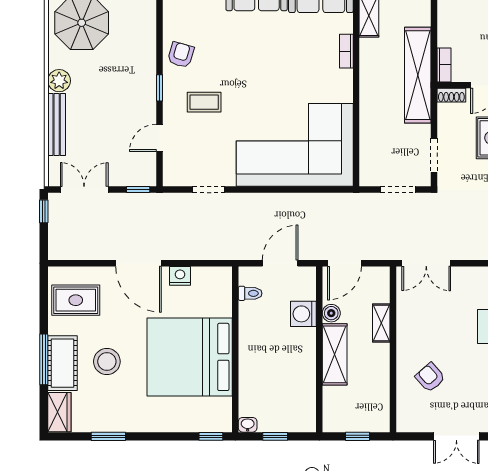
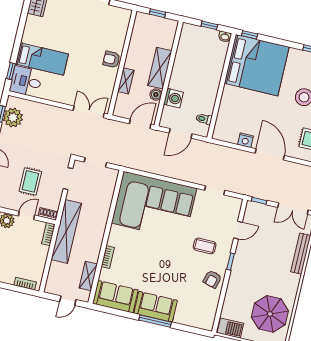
plant: (59, 81) -> (293, 281), removed
bed: (190, 357) -> (257, 65), moved
armchair: (430, 377) -> (111, 59), moved, turned 131

